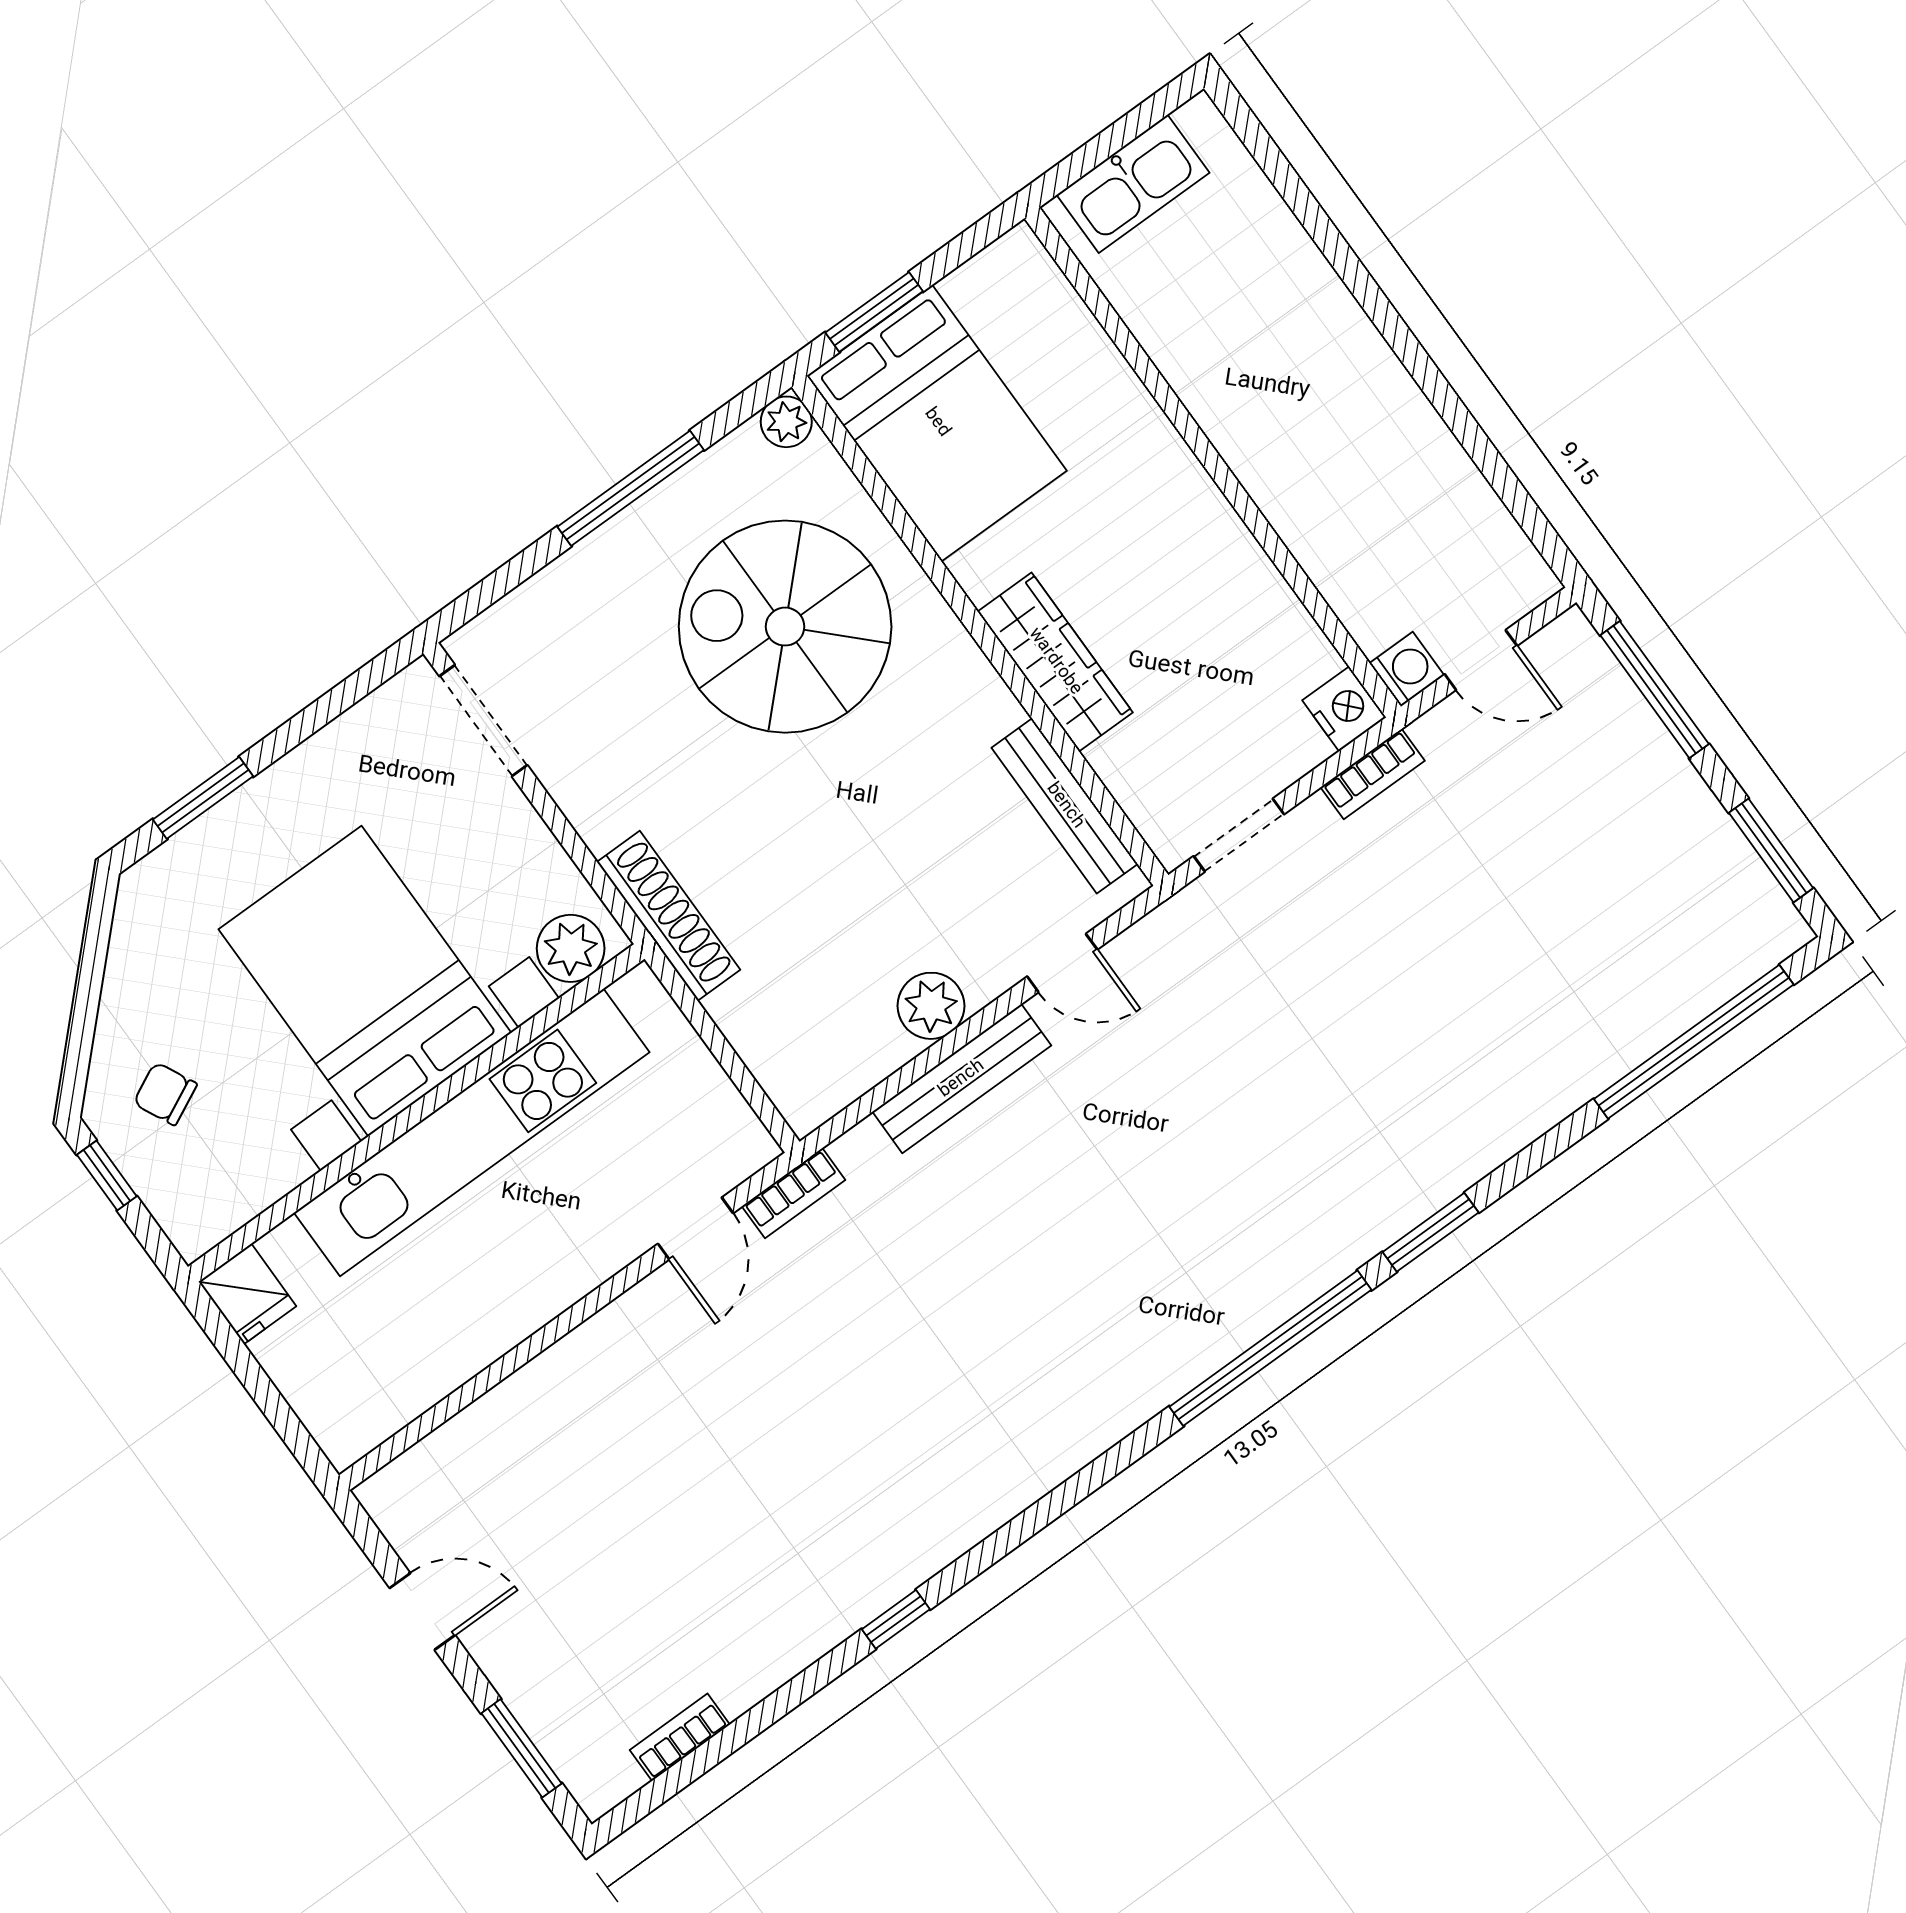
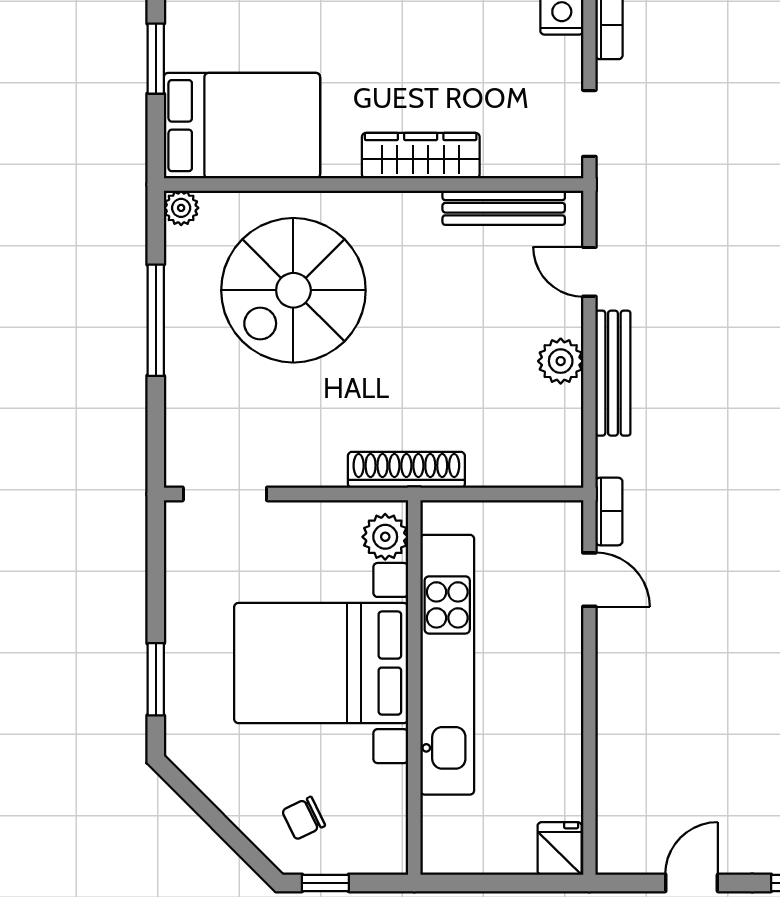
window: (874, 312) -> (156, 59), moved
door: (1062, 963) -> (589, 272), swing flipped
fridge: (247, 1294) -> (560, 848), moved, turned -90

